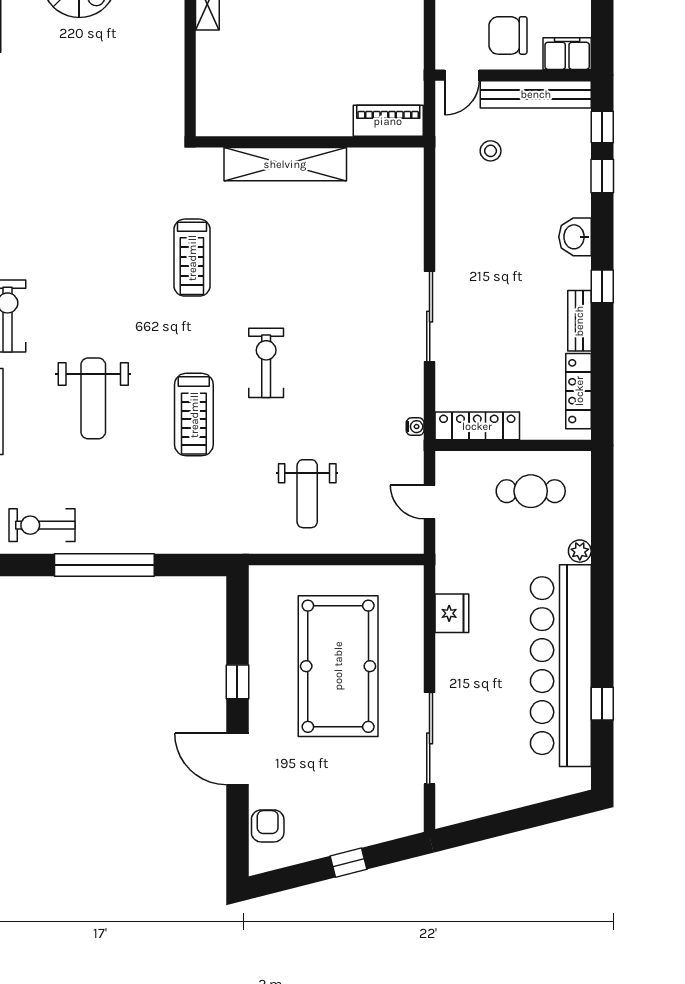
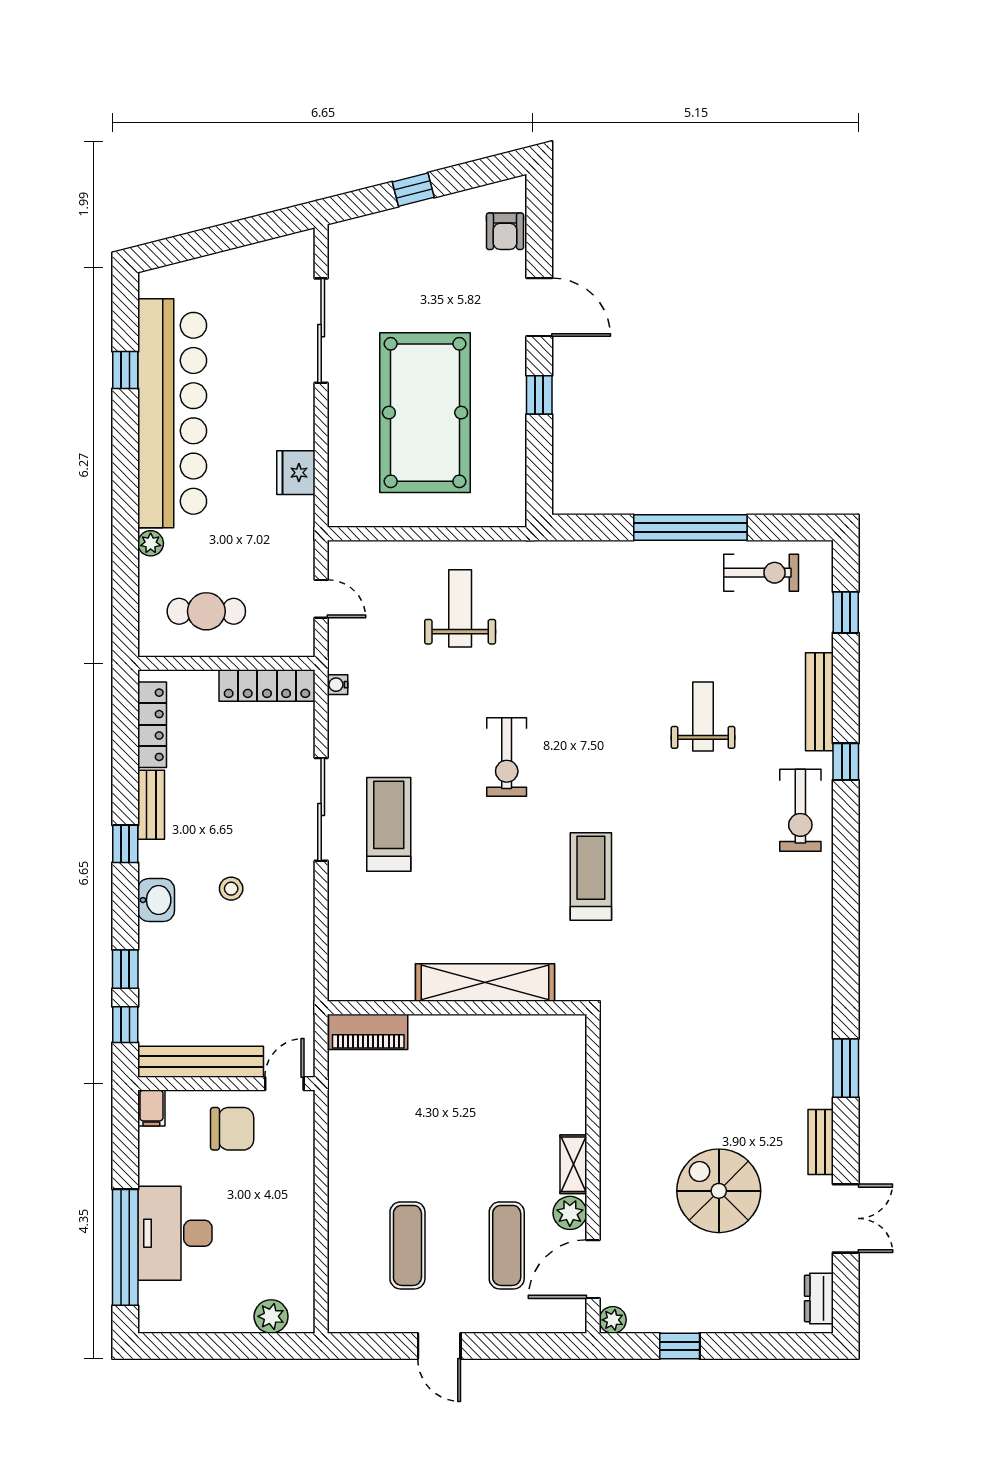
filing cabinet: (567, 54) -> (151, 1108), width x0.50
stool: (491, 151) -> (231, 889), moved
weight bench: (93, 398) -> (703, 717), width x0.73, depth x0.75
treadmill: (194, 415) -> (389, 824), moved

